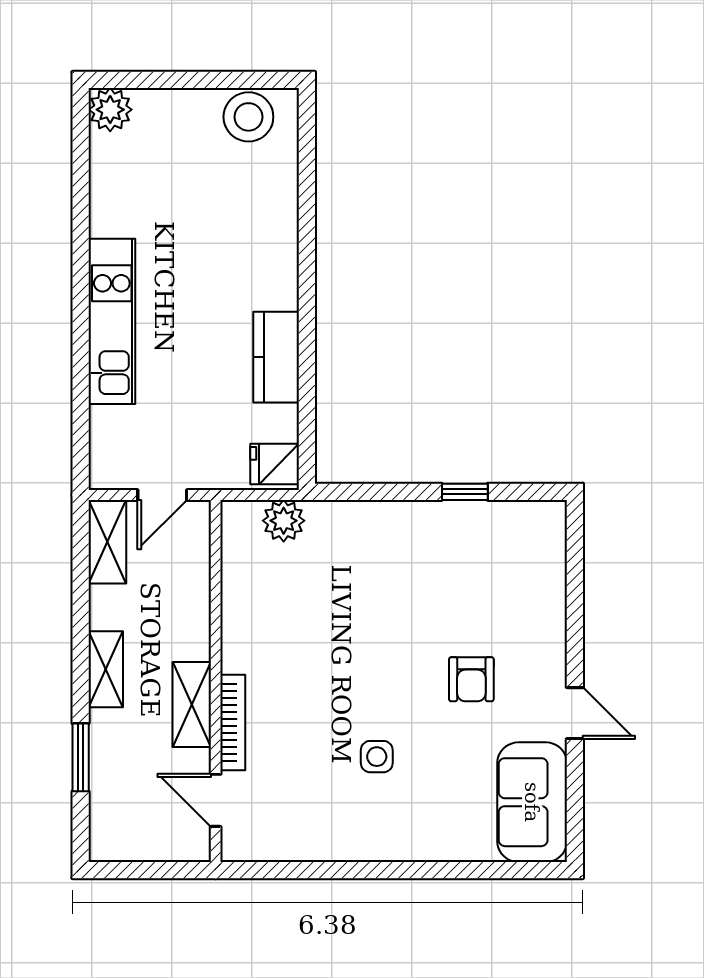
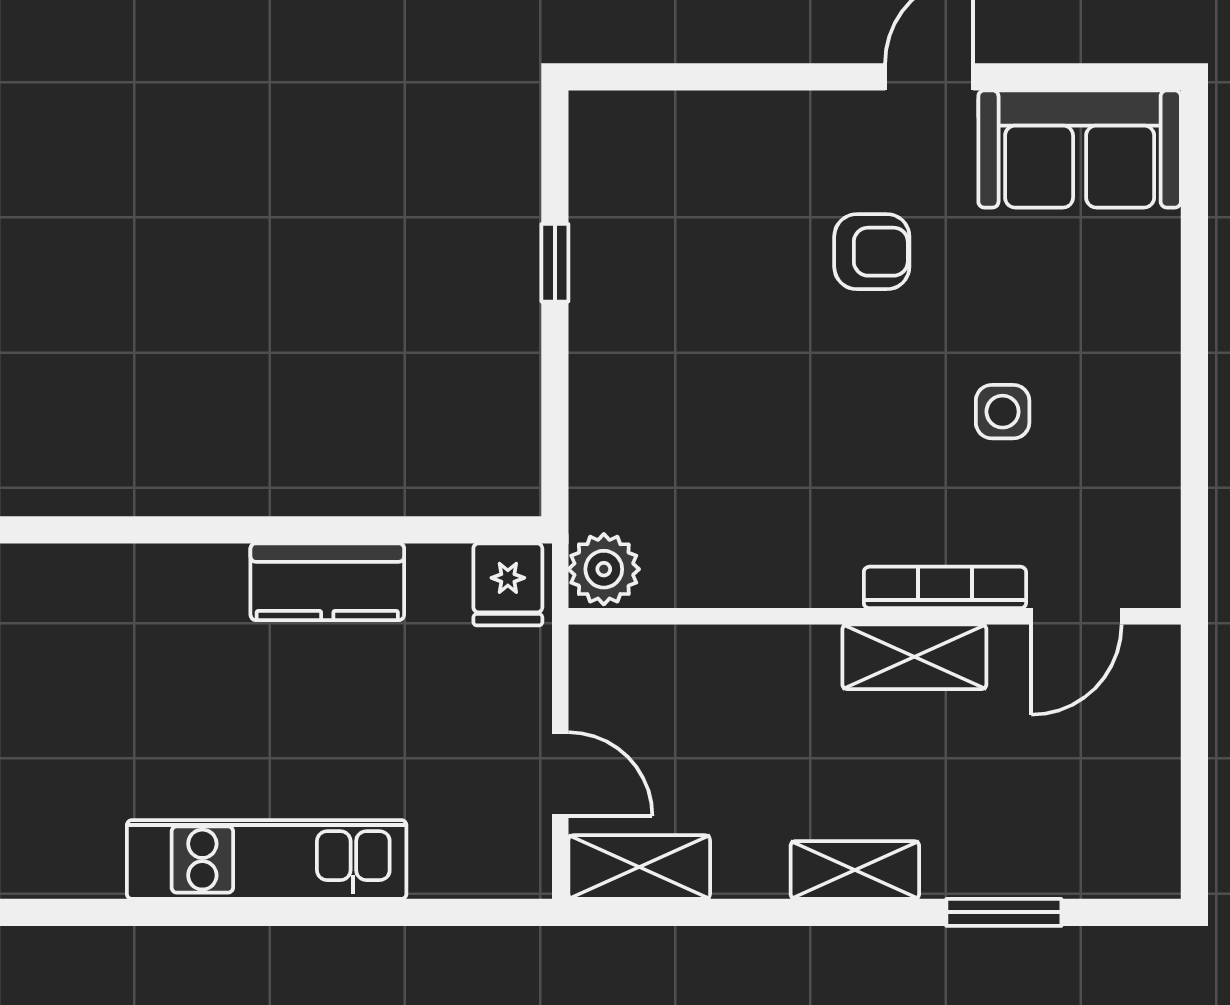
wall: (216, 681) -> (875, 616), moved
shelving: (192, 704) -> (914, 657), moved
bookcase: (233, 723) -> (945, 587), moved
door: (216, 800) -> (1076, 616), moved

